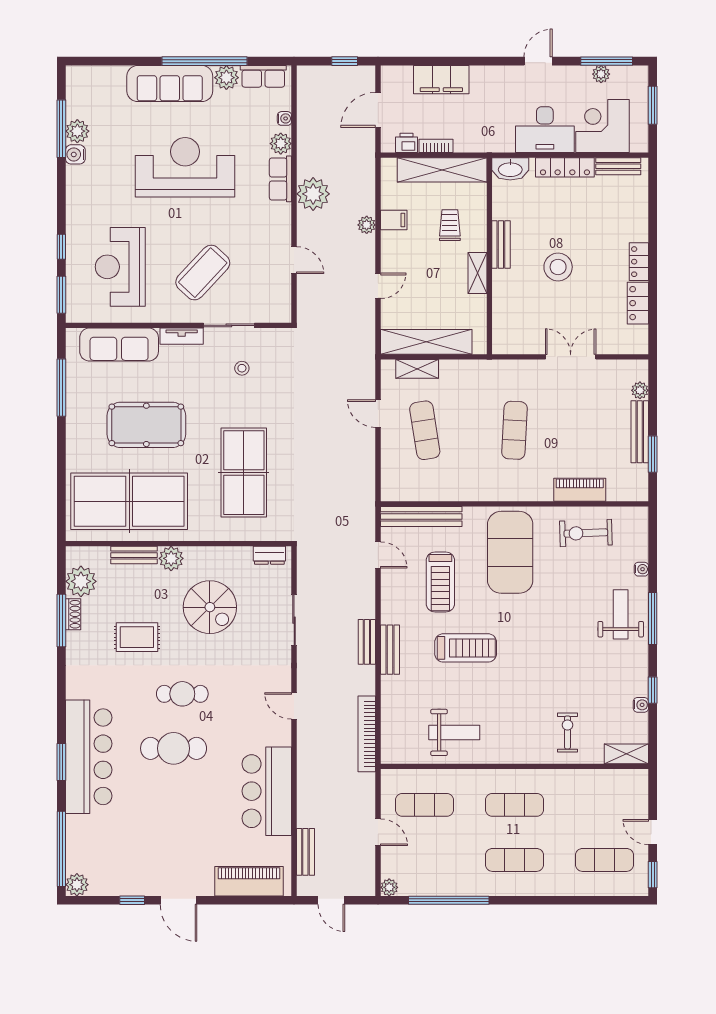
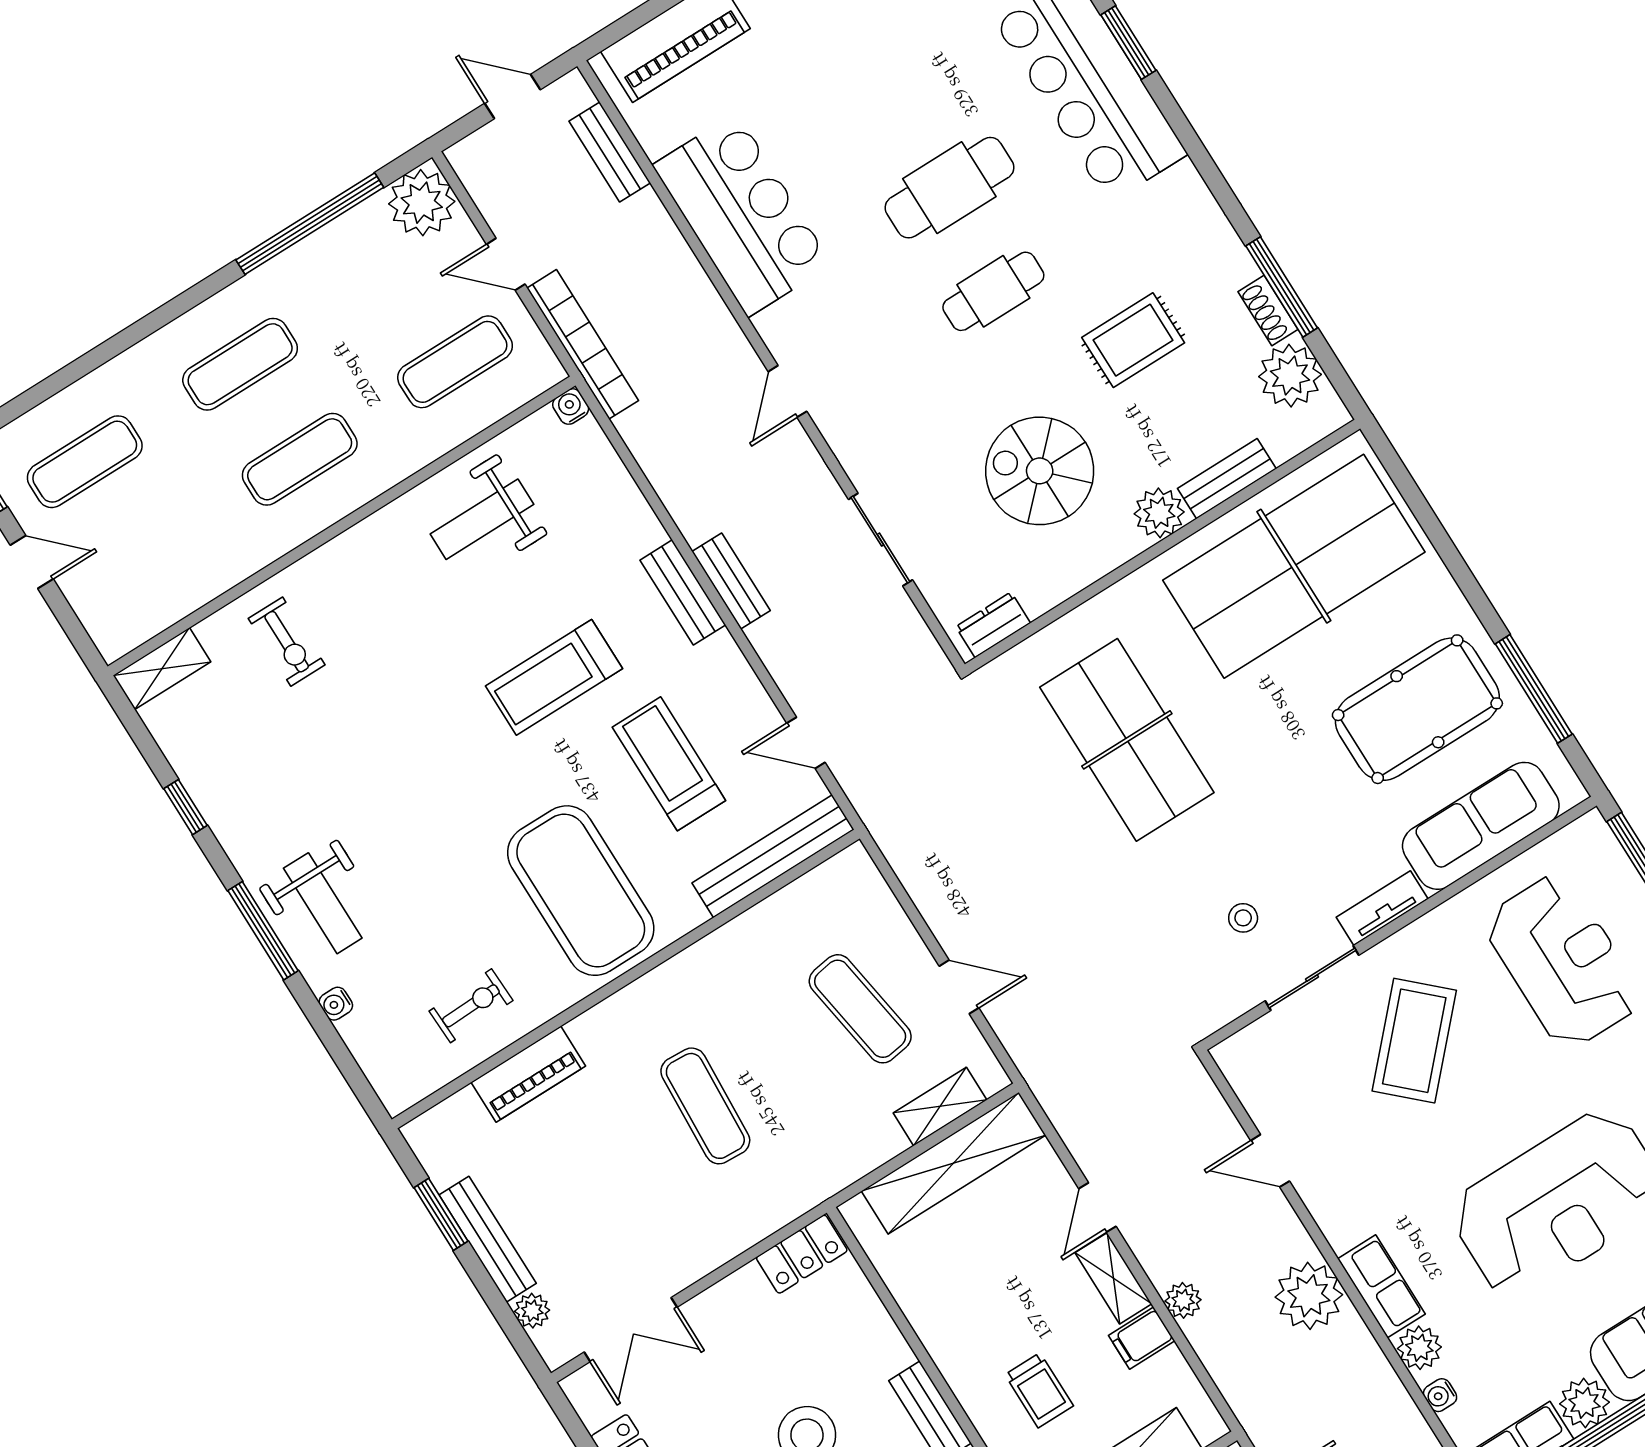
shelving: (477, 273) -> (1113, 1278), moved
locker: (513, 344) -> (802, 1254), added
double door: (571, 357) -> (631, 1330), moved
pool table: (146, 425) -> (1417, 709), moved
exercise bike: (586, 533) -> (471, 1006), width x0.73, depth x0.72
water cooler: (641, 705) -> (571, 407), moved, turned 90
door: (294, 706) -> (788, 391), swing flipped
bookcase: (367, 734) -> (583, 344), moved
plant: (389, 887) -> (422, 203), width x1.88, depth x1.88

